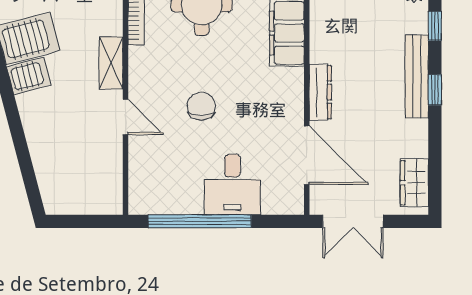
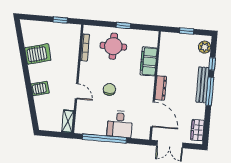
shelving: (111, 63) -> (68, 121), moved
server rack: (29, 76) -> (40, 88), moved
window: (435, 90) -> (210, 91), width x2.17

